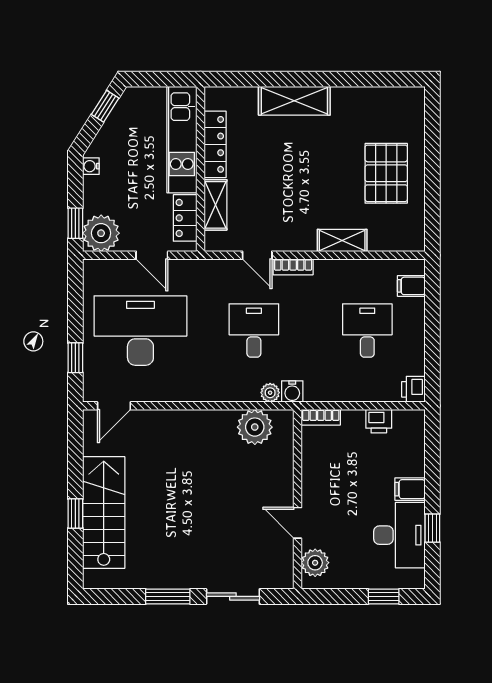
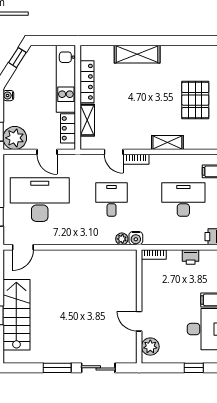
desk: (367, 331) -> (183, 200), width x1.37
plant: (255, 427) -> (112, 261), removed

